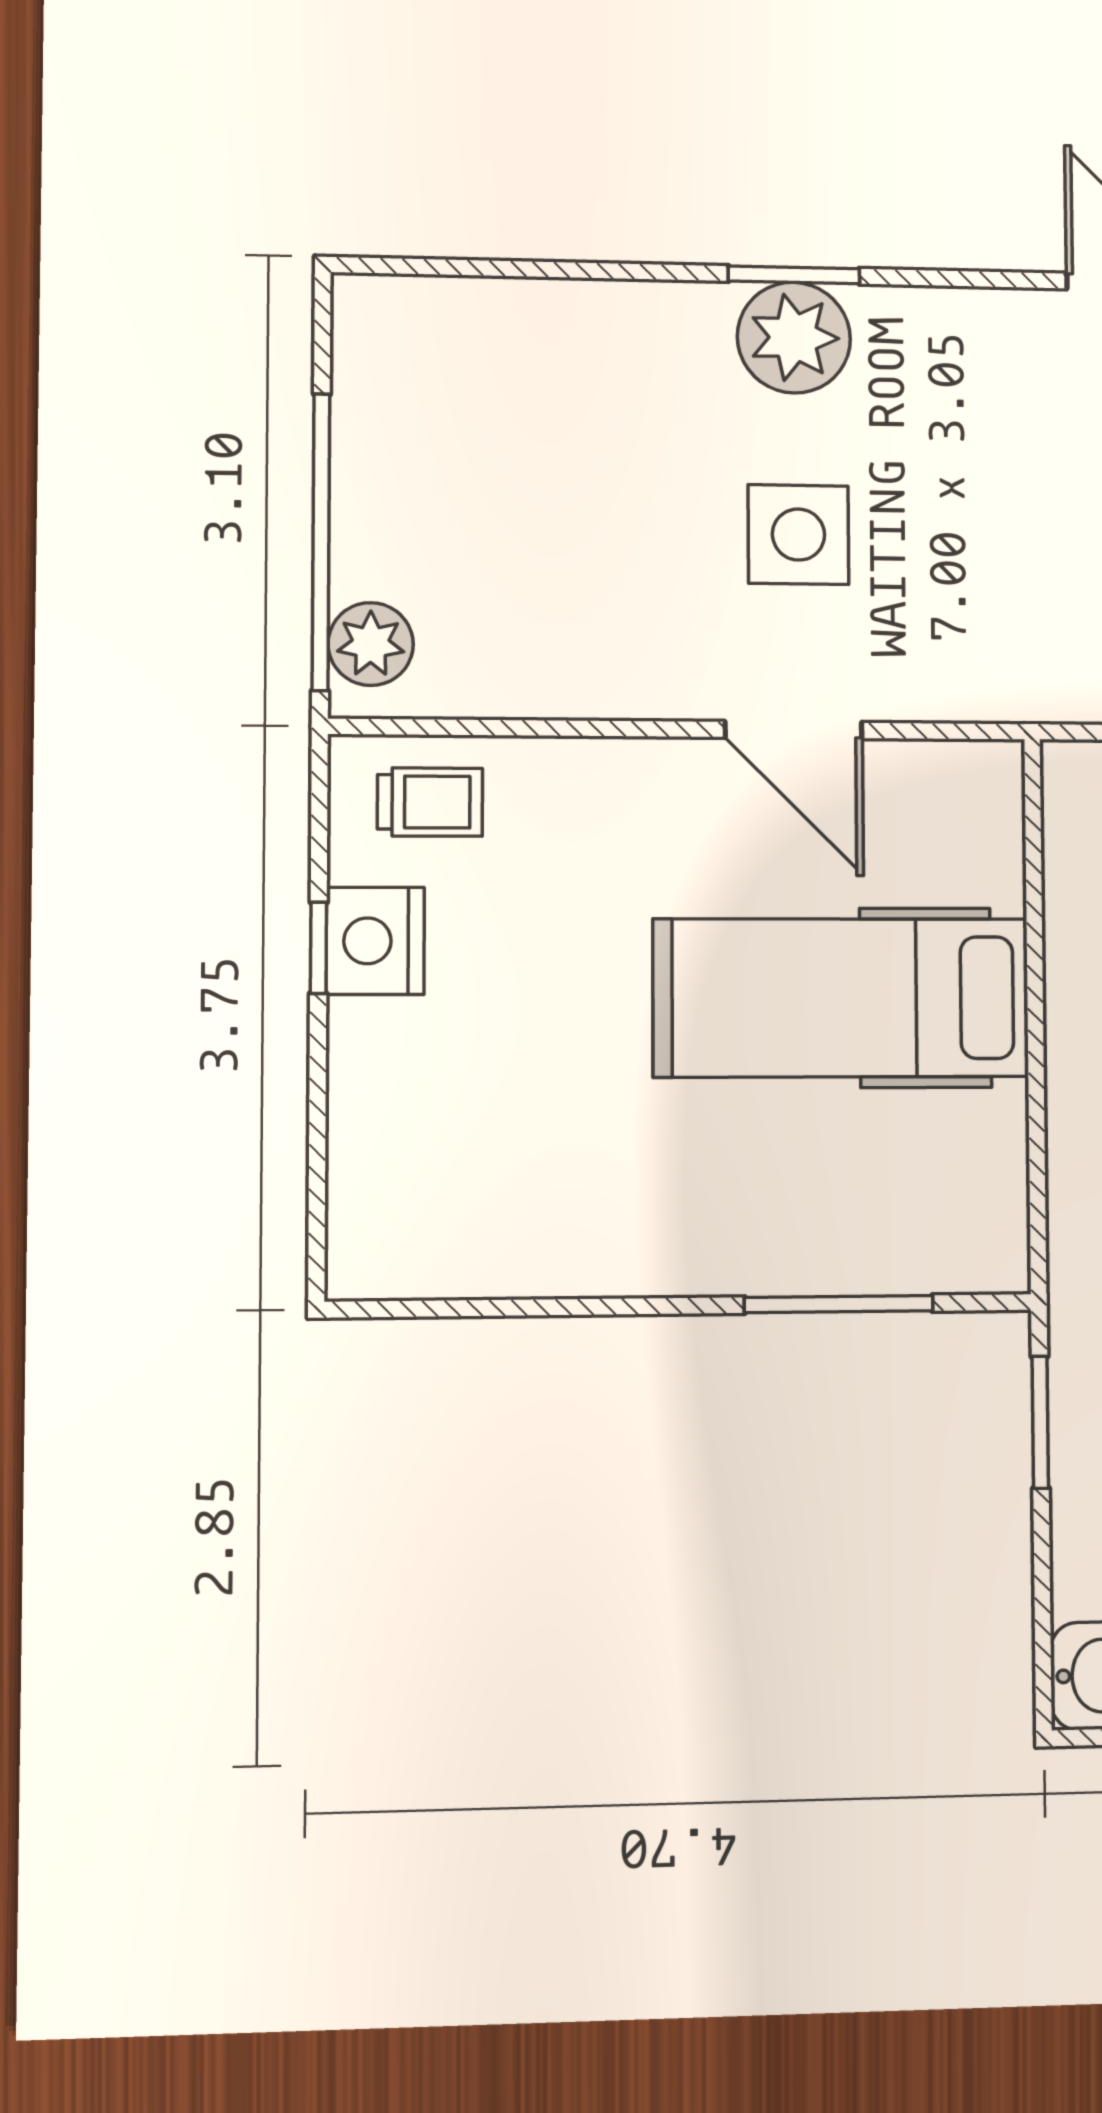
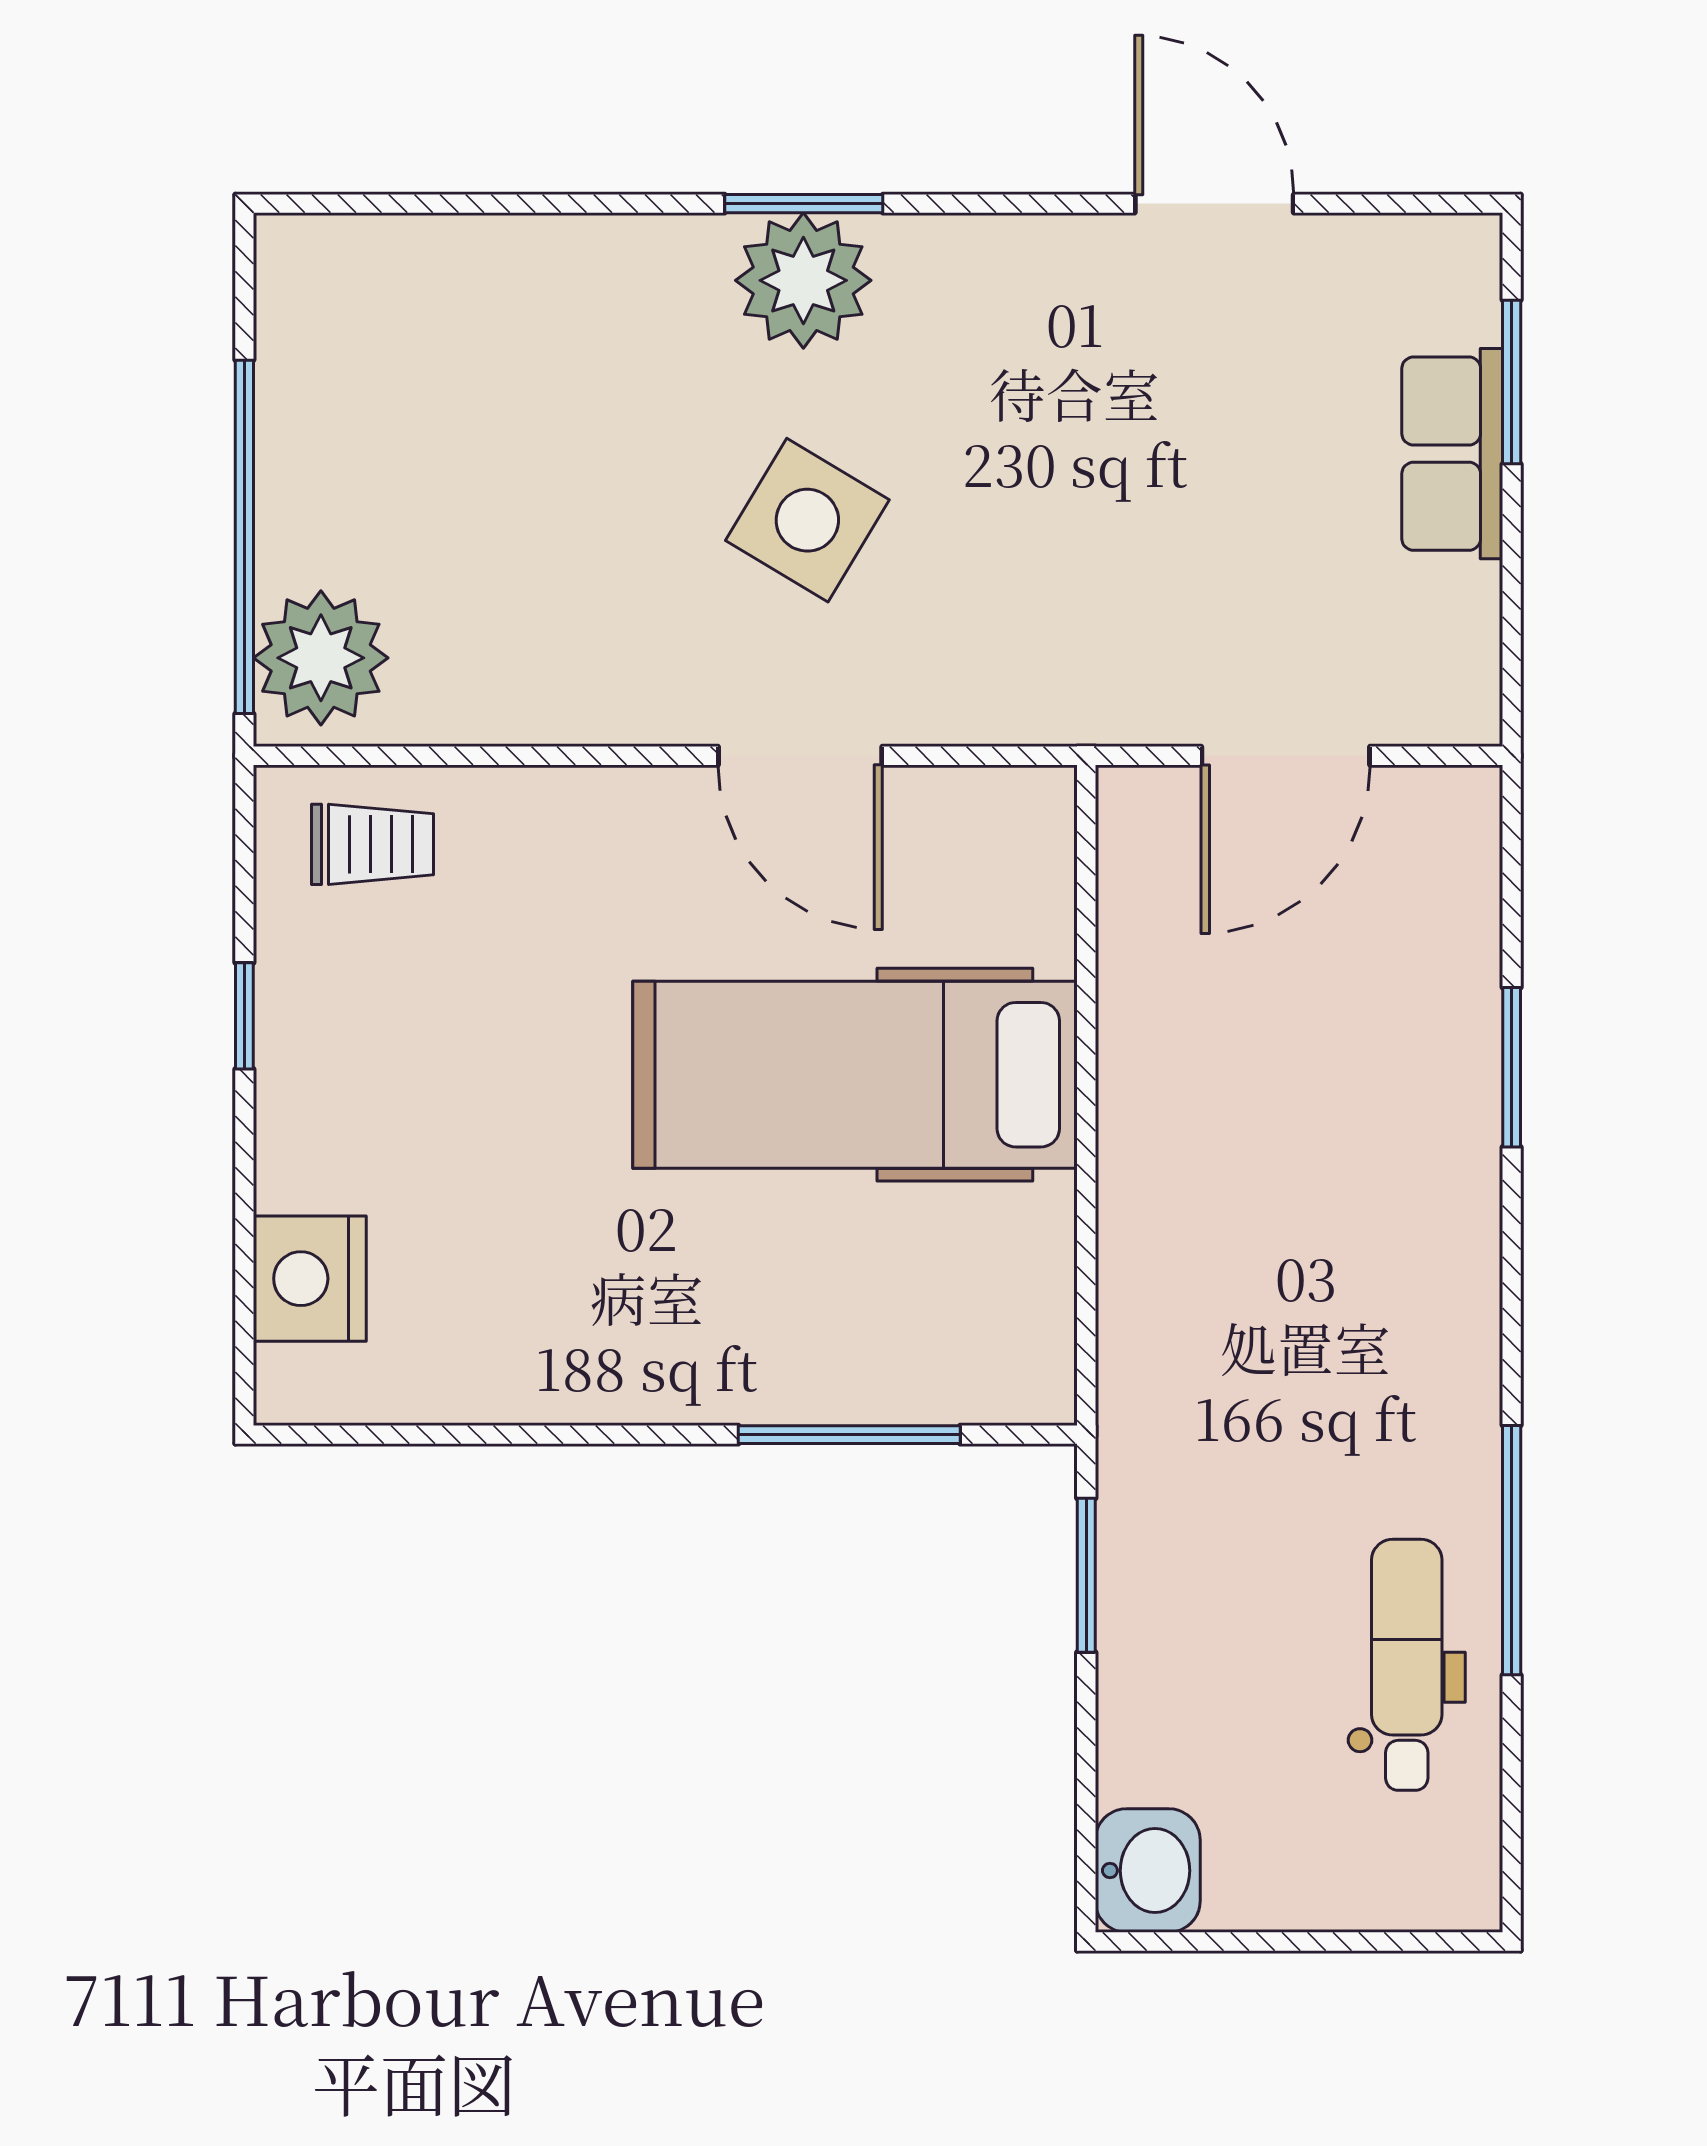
side table: (798, 535) -> (807, 520), turned 31
plant: (371, 644) -> (321, 658), width x1.36, depth x1.36
nightstand: (375, 941) -> (310, 1279), moved

